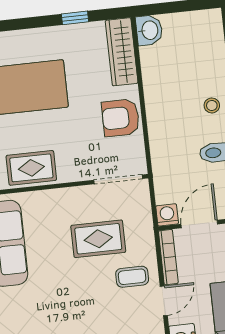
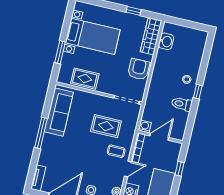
washbasin: (149, 30) -> (166, 41), moved
armchair: (121, 118) -> (139, 69), turned 90

